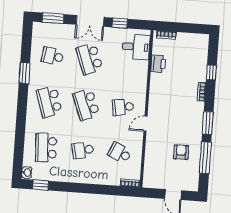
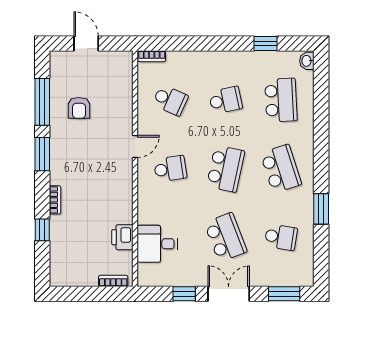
desk: (136, 47) -> (157, 244), moved
school desk: (86, 104) -> (226, 169), turned 33
window: (41, 185) -> (265, 44), moved

